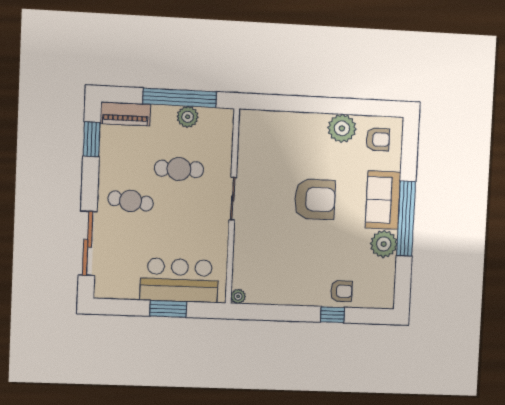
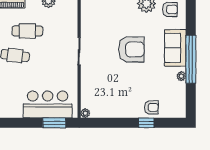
cafe table: (179, 169) -> (27, 31), moved
plant: (384, 244) -> (181, 76), width x0.53, depth x0.53
window: (168, 309) -> (54, 123), moved

